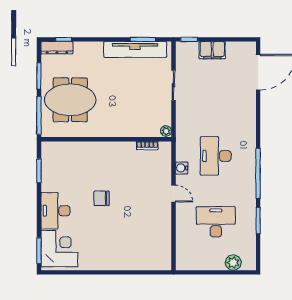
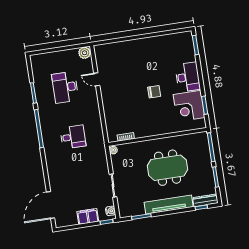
tv unit: (135, 49) -> (169, 205), moved
meeting table: (70, 100) -> (167, 168), moved
desk: (216, 156) -> (73, 137), width x0.73
water cooler: (182, 168) -> (111, 211), moved
door: (173, 194) -> (97, 79), moved
desk: (216, 222) -> (65, 87), turned 90
corner desk: (59, 248) -> (189, 106), moved
plant: (233, 263) -> (85, 53), moved

